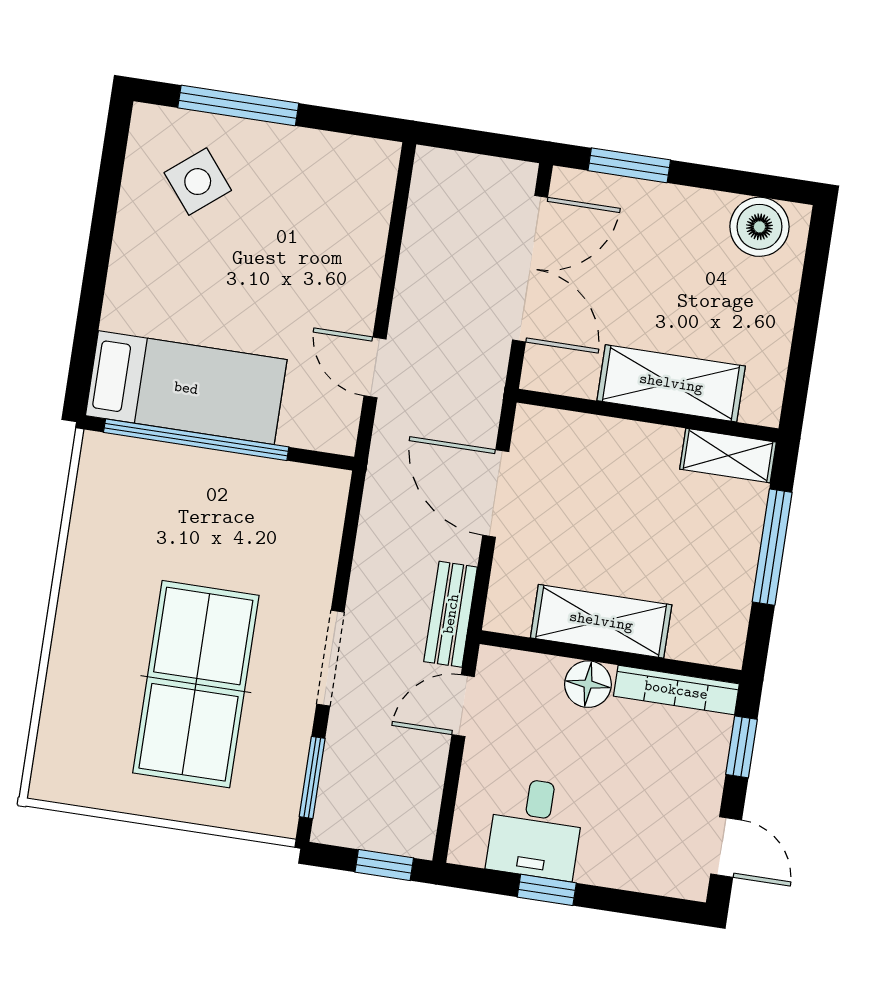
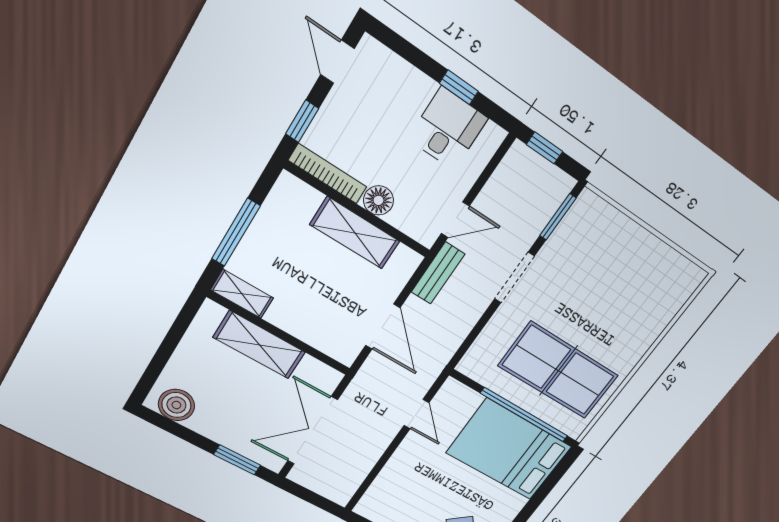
bed: (186, 388) -> (509, 450), width x1.50
table tennis table: (196, 684) -> (558, 371), moved, turned 90

